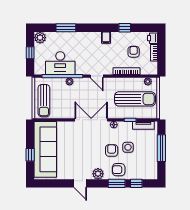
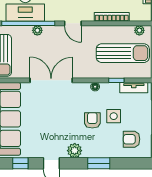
double door: (91, 120) -> (51, 80), moved
armchair: (119, 170) -> (132, 139), moved
window: (136, 183) -> (20, 163), moved

